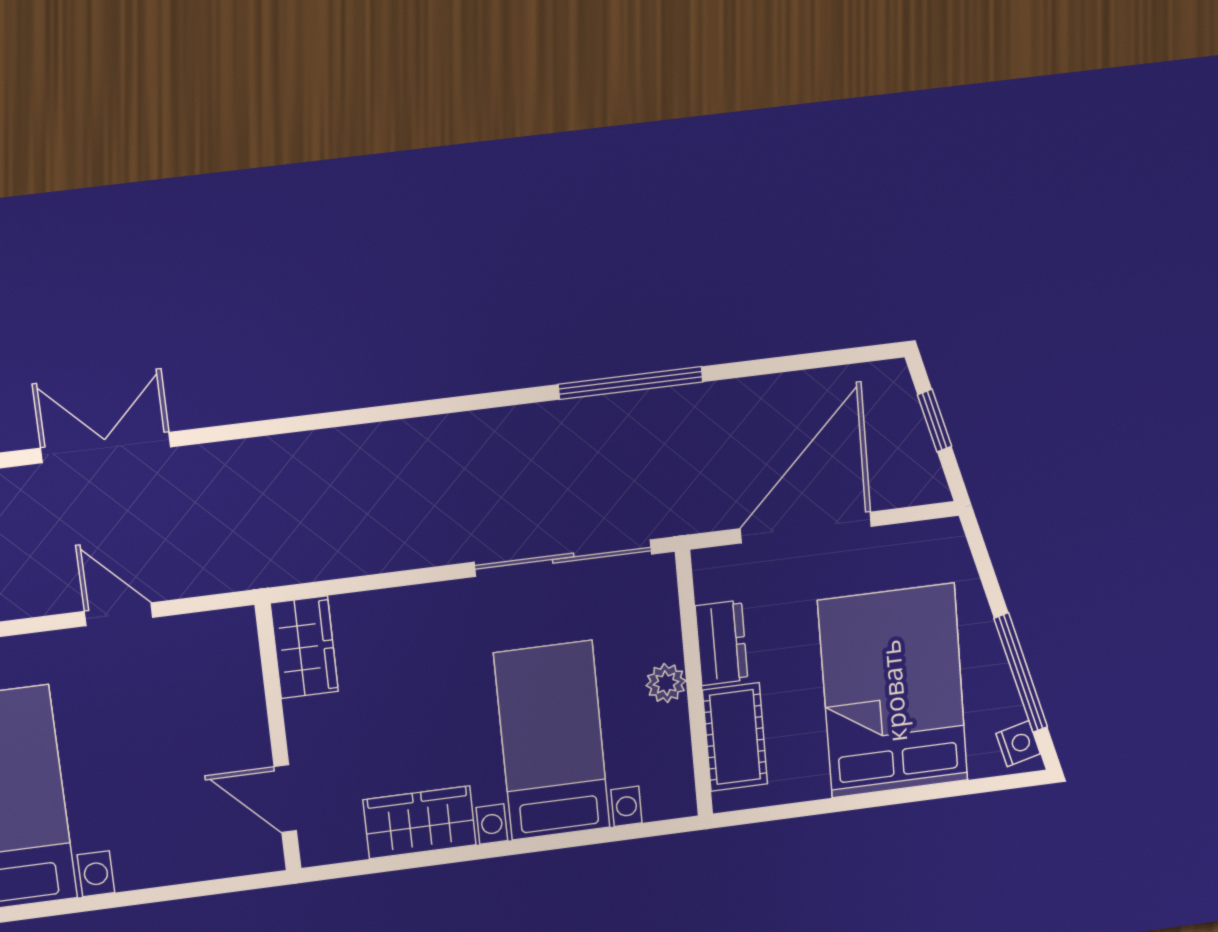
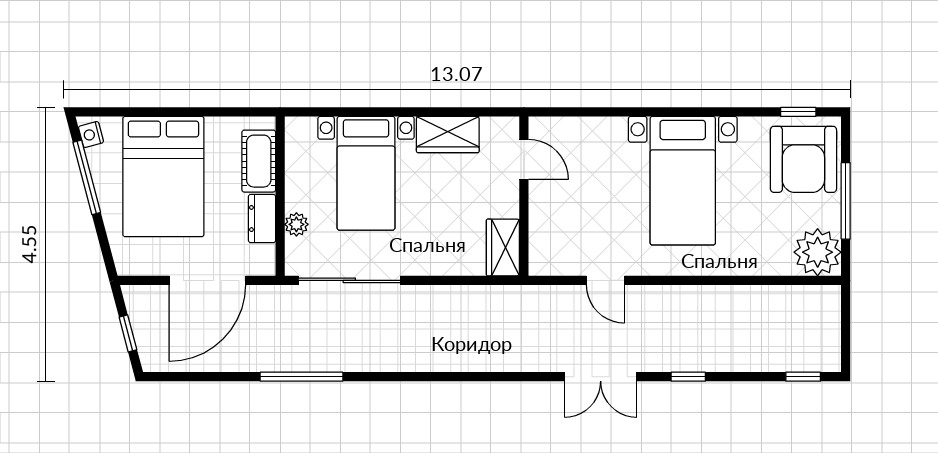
plant: (666, 683) -> (296, 224), moved

